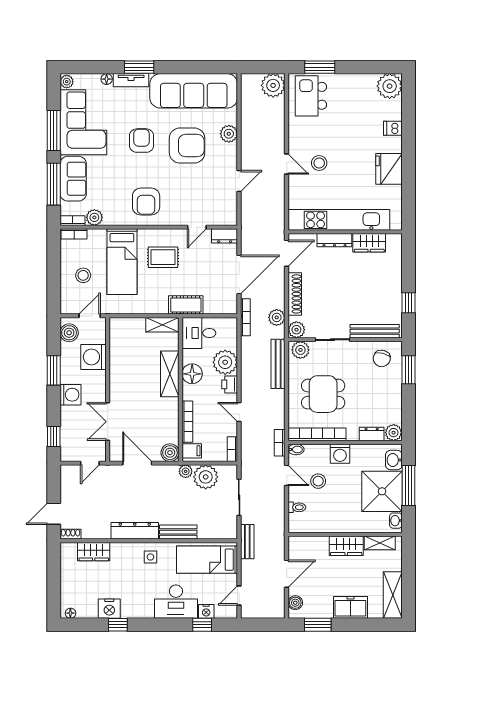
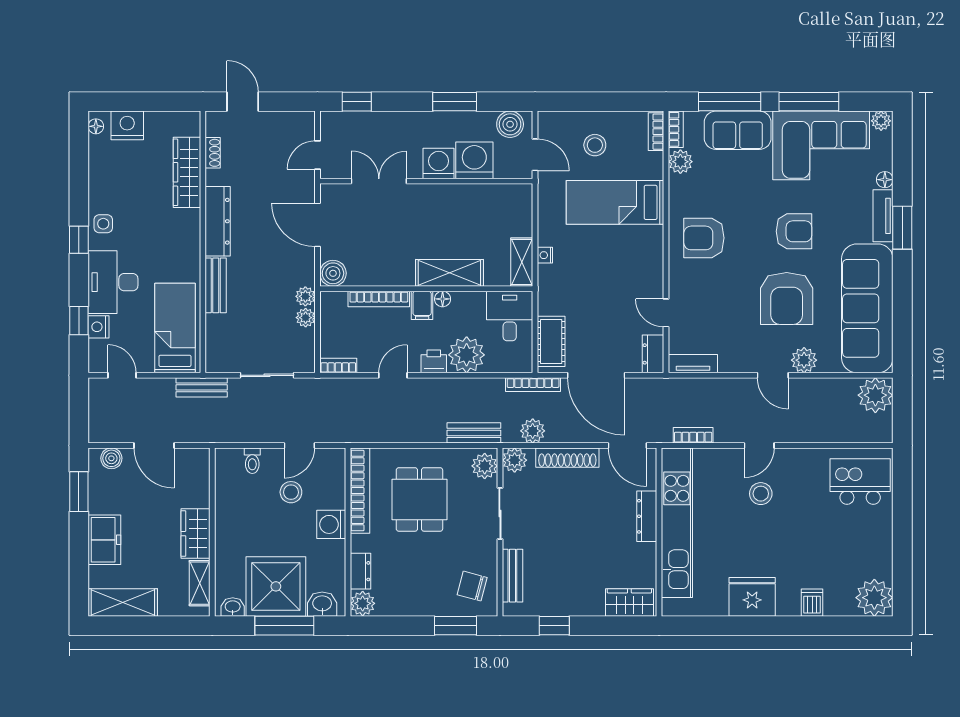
window: (320, 67) -> (902, 495), removed
plant: (273, 85) -> (875, 395), moved
door: (239, 181) -> (773, 375), moved
tv unit: (231, 209) -> (693, 364), added
wardrobe: (369, 243) -> (629, 602), moved, turned 90
rug: (163, 257) -> (622, 263), removed
cot: (186, 305) -> (551, 341), moved
nightstand: (158, 309) -> (545, 255), added
bench: (375, 331) -> (512, 576), width x0.73
bench: (278, 364) -> (474, 433), width x0.73
floor lamp: (192, 374) -> (443, 299), width x0.53, depth x0.53
washing machine: (70, 395) -> (439, 163), moved, turned 180
bookcase: (280, 443) -> (693, 435), moved
bidet: (296, 450) -> (338, 460), removed
filing cabinet: (192, 451) -> (422, 305), moved
door: (90, 463) -> (318, 155), hinge flipped
door: (137, 463) -> (318, 225), swing flipped
plant: (206, 477) -> (306, 318), width x0.53, depth x0.53
shoe rack: (71, 534) -> (213, 153), moved
wardrobe: (94, 552) -> (187, 172), width x1.50
side table: (150, 557) -> (103, 224), moved
nightstand: (109, 609) -> (127, 125), moved, turned 90
window: (118, 625) -> (79, 240), moved

